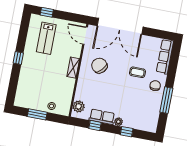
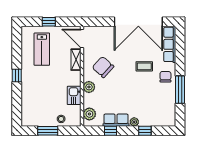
window: (47, 12) -> (49, 22), moved
double door: (120, 26) -> (138, 22), moved
shelving: (73, 68) -> (76, 60), moved
plant: (83, 81) -> (89, 87), added
kitchen sink: (68, 87) -> (74, 95), added

